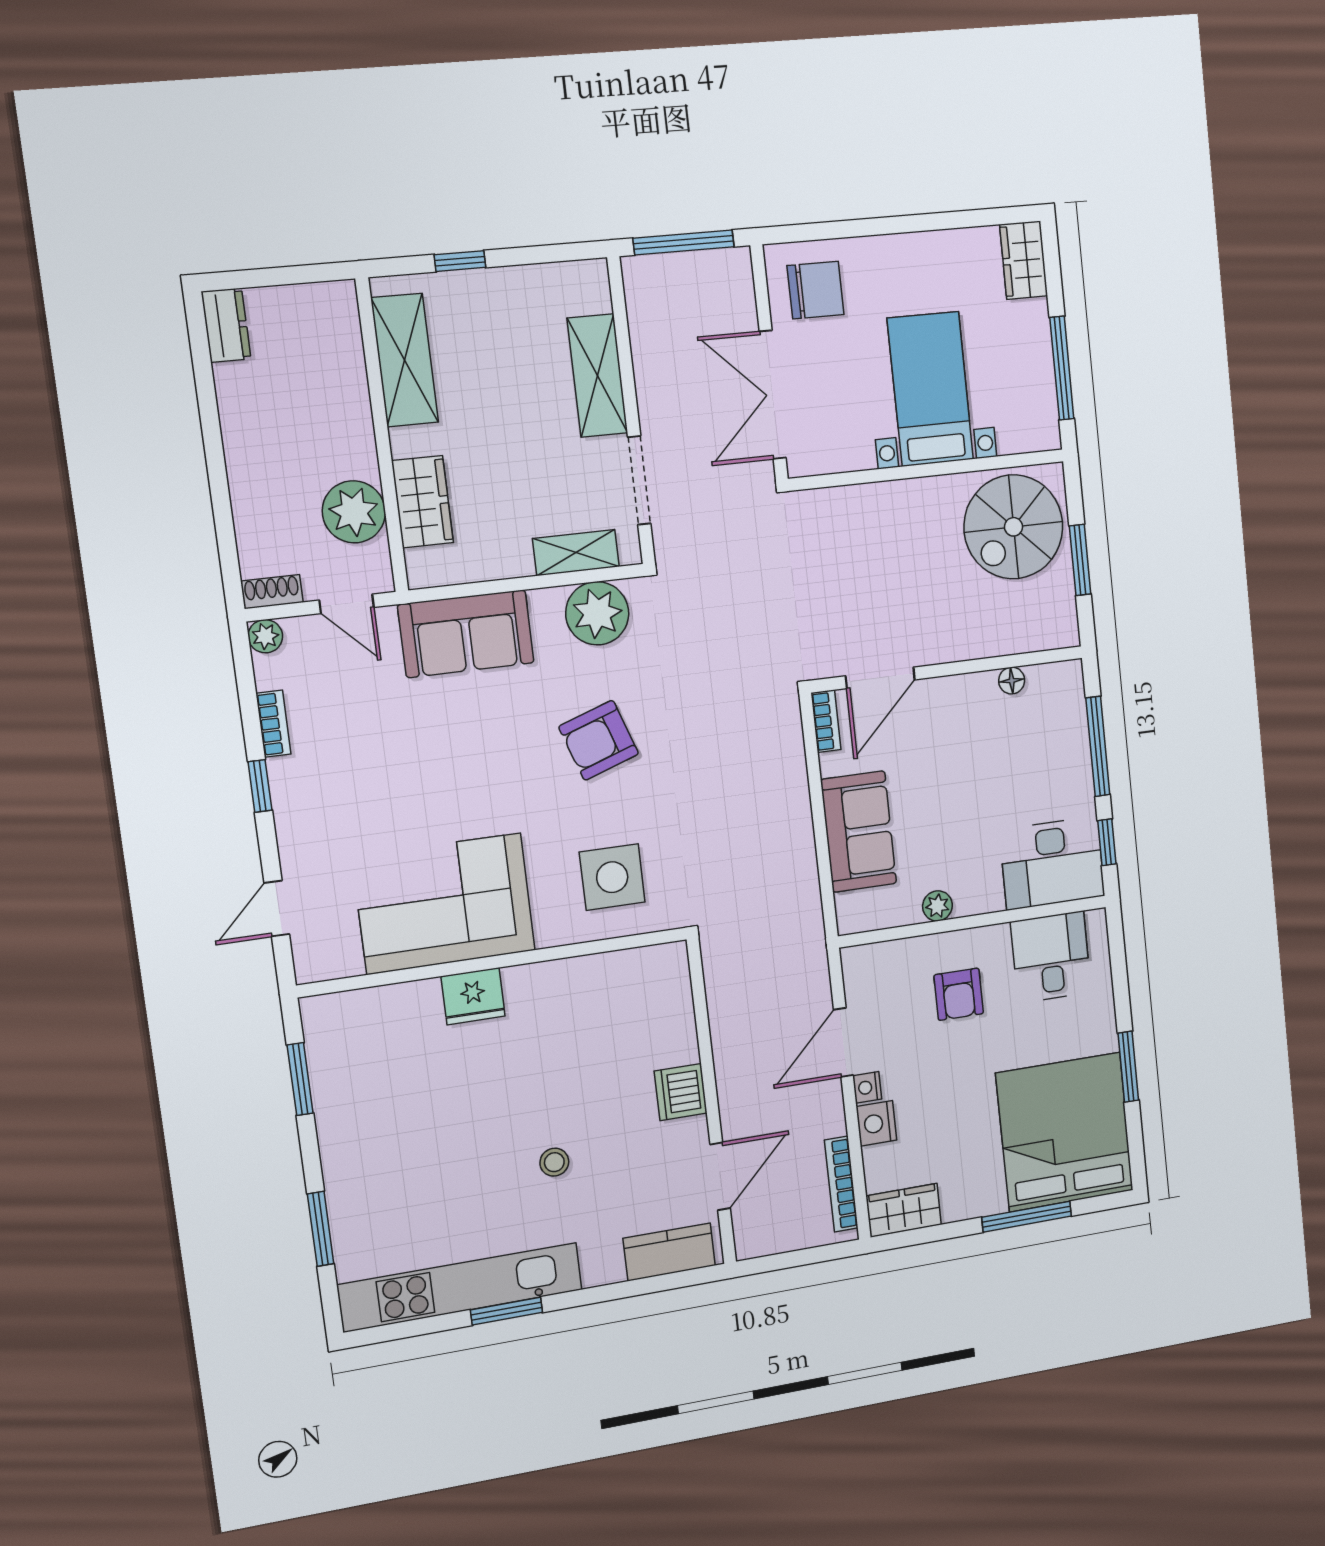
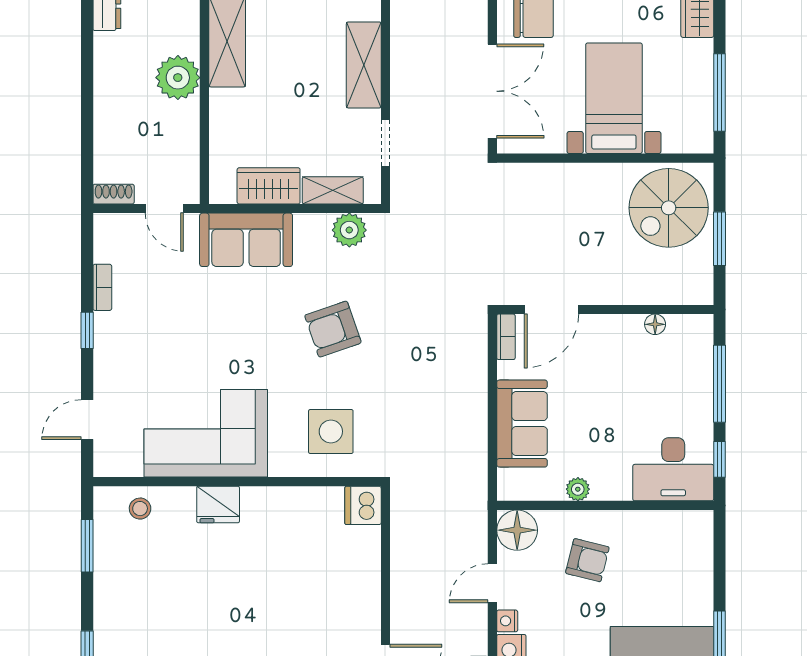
double door: (773, 395) -> (492, 91), swing flipped
doorway: (639, 480) -> (385, 143), width x0.73
wardrobe: (423, 502) -> (269, 186), moved, turned -90
plant: (354, 512) -> (178, 78), moved
plant: (597, 613) -> (349, 230), width x0.73, depth x0.73
plant: (265, 636) -> (105, 225), removed
desk: (1051, 957) -> (665, 542), removed
floor lamp: (867, 970) -> (517, 530), added
armchair: (959, 994) -> (587, 560), turned -76
door: (843, 1042) -> (492, 583), width x0.73
dishwasher: (681, 1092) -> (363, 505), moved
stool: (554, 1162) -> (140, 509), moved

